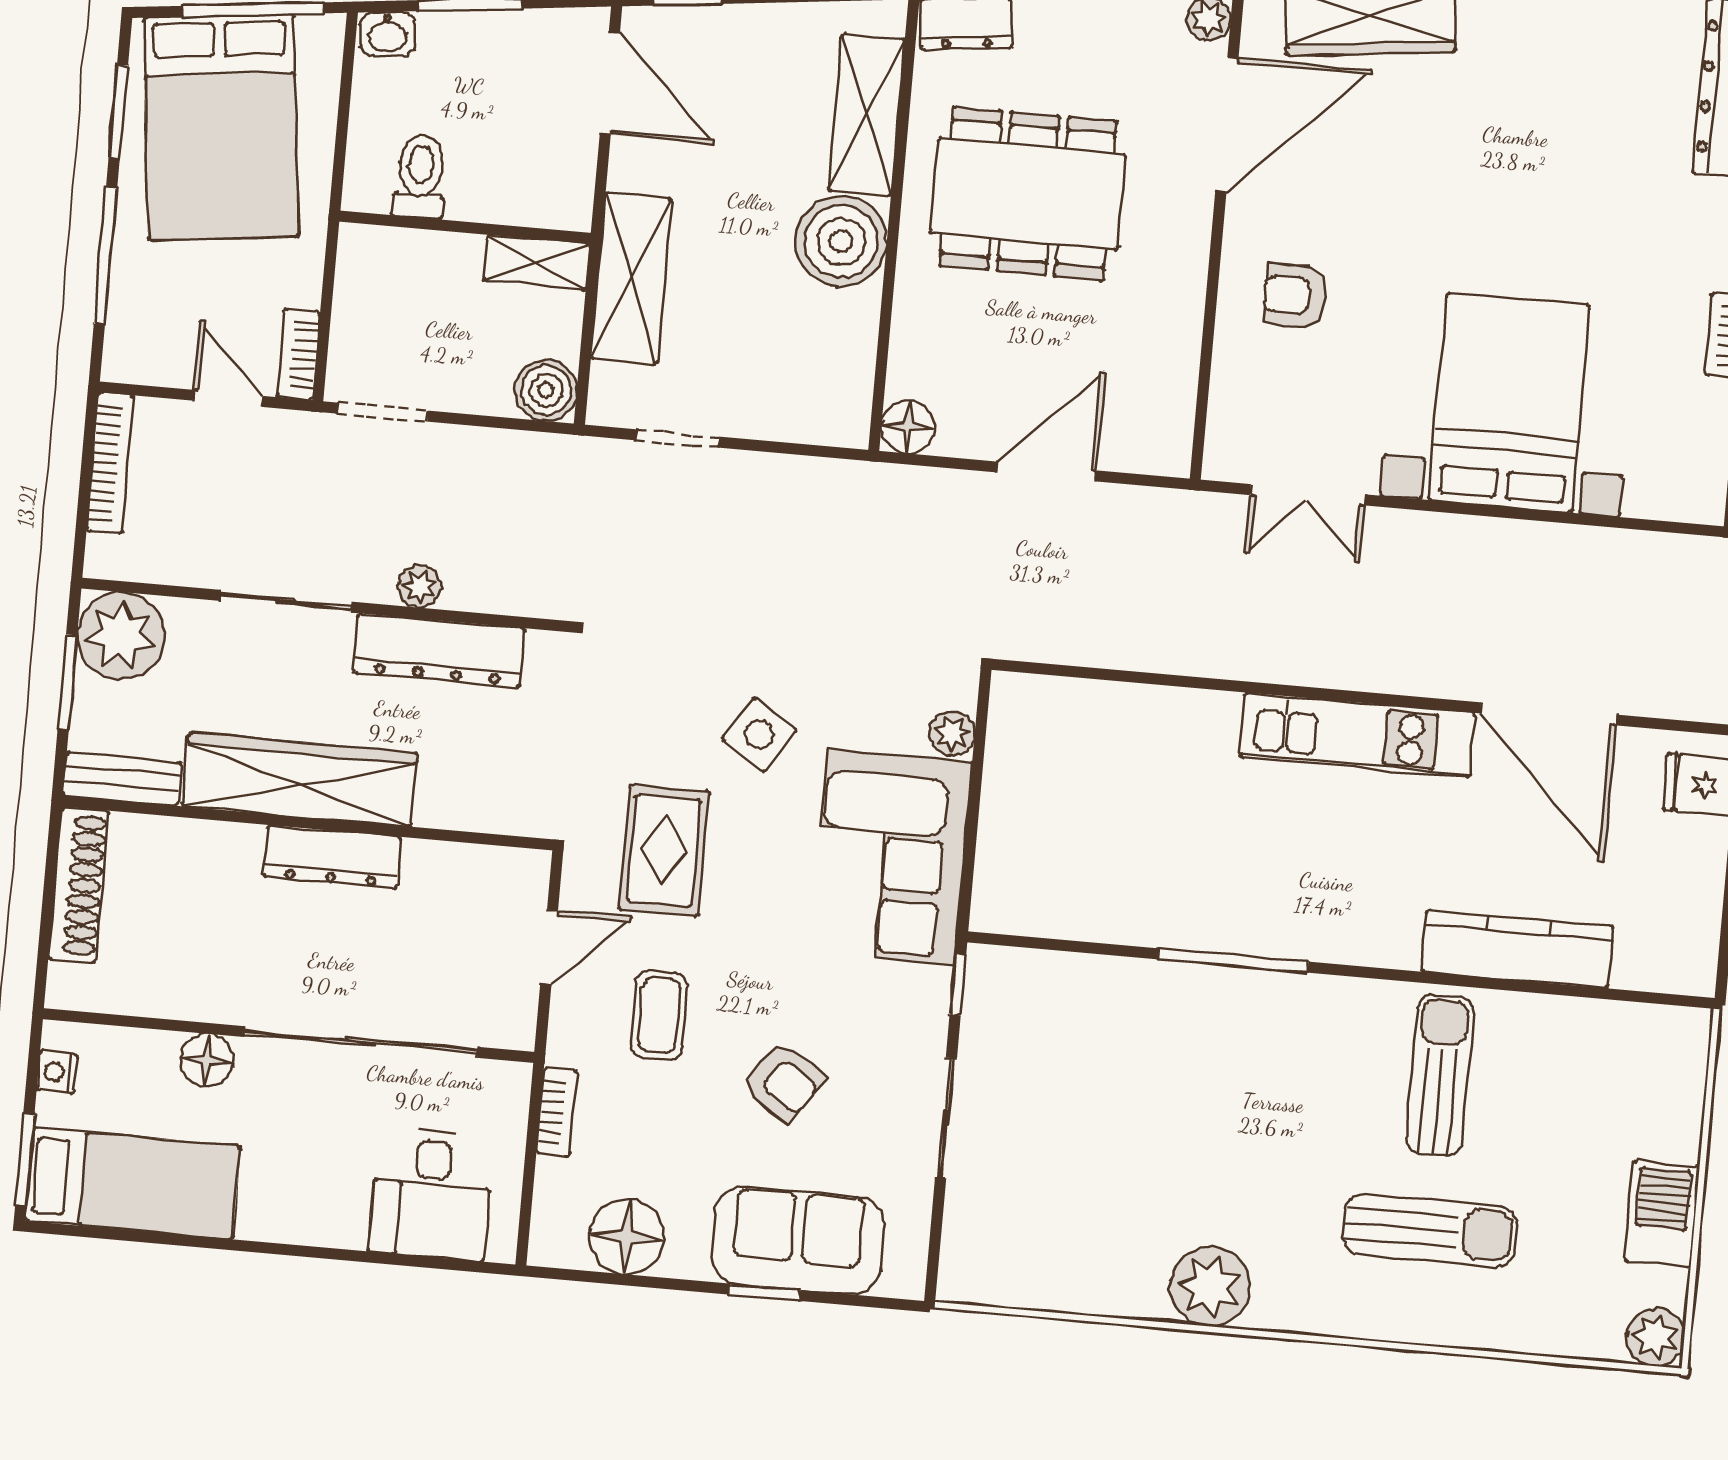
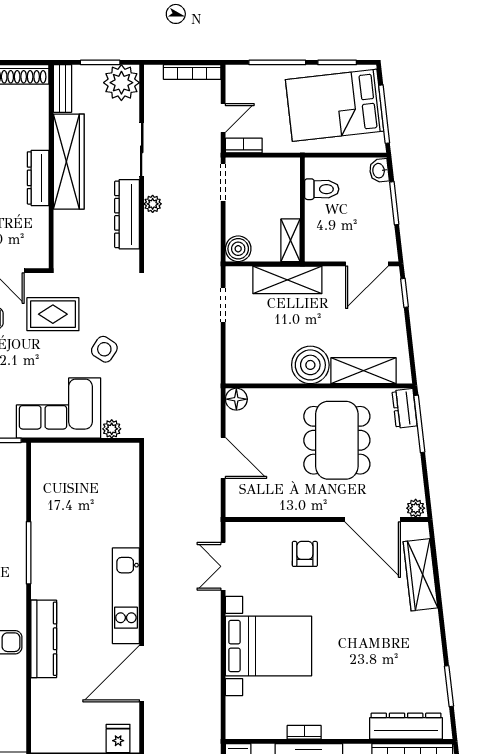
kitchen counter: (1517, 949) -> (44, 639), moved

